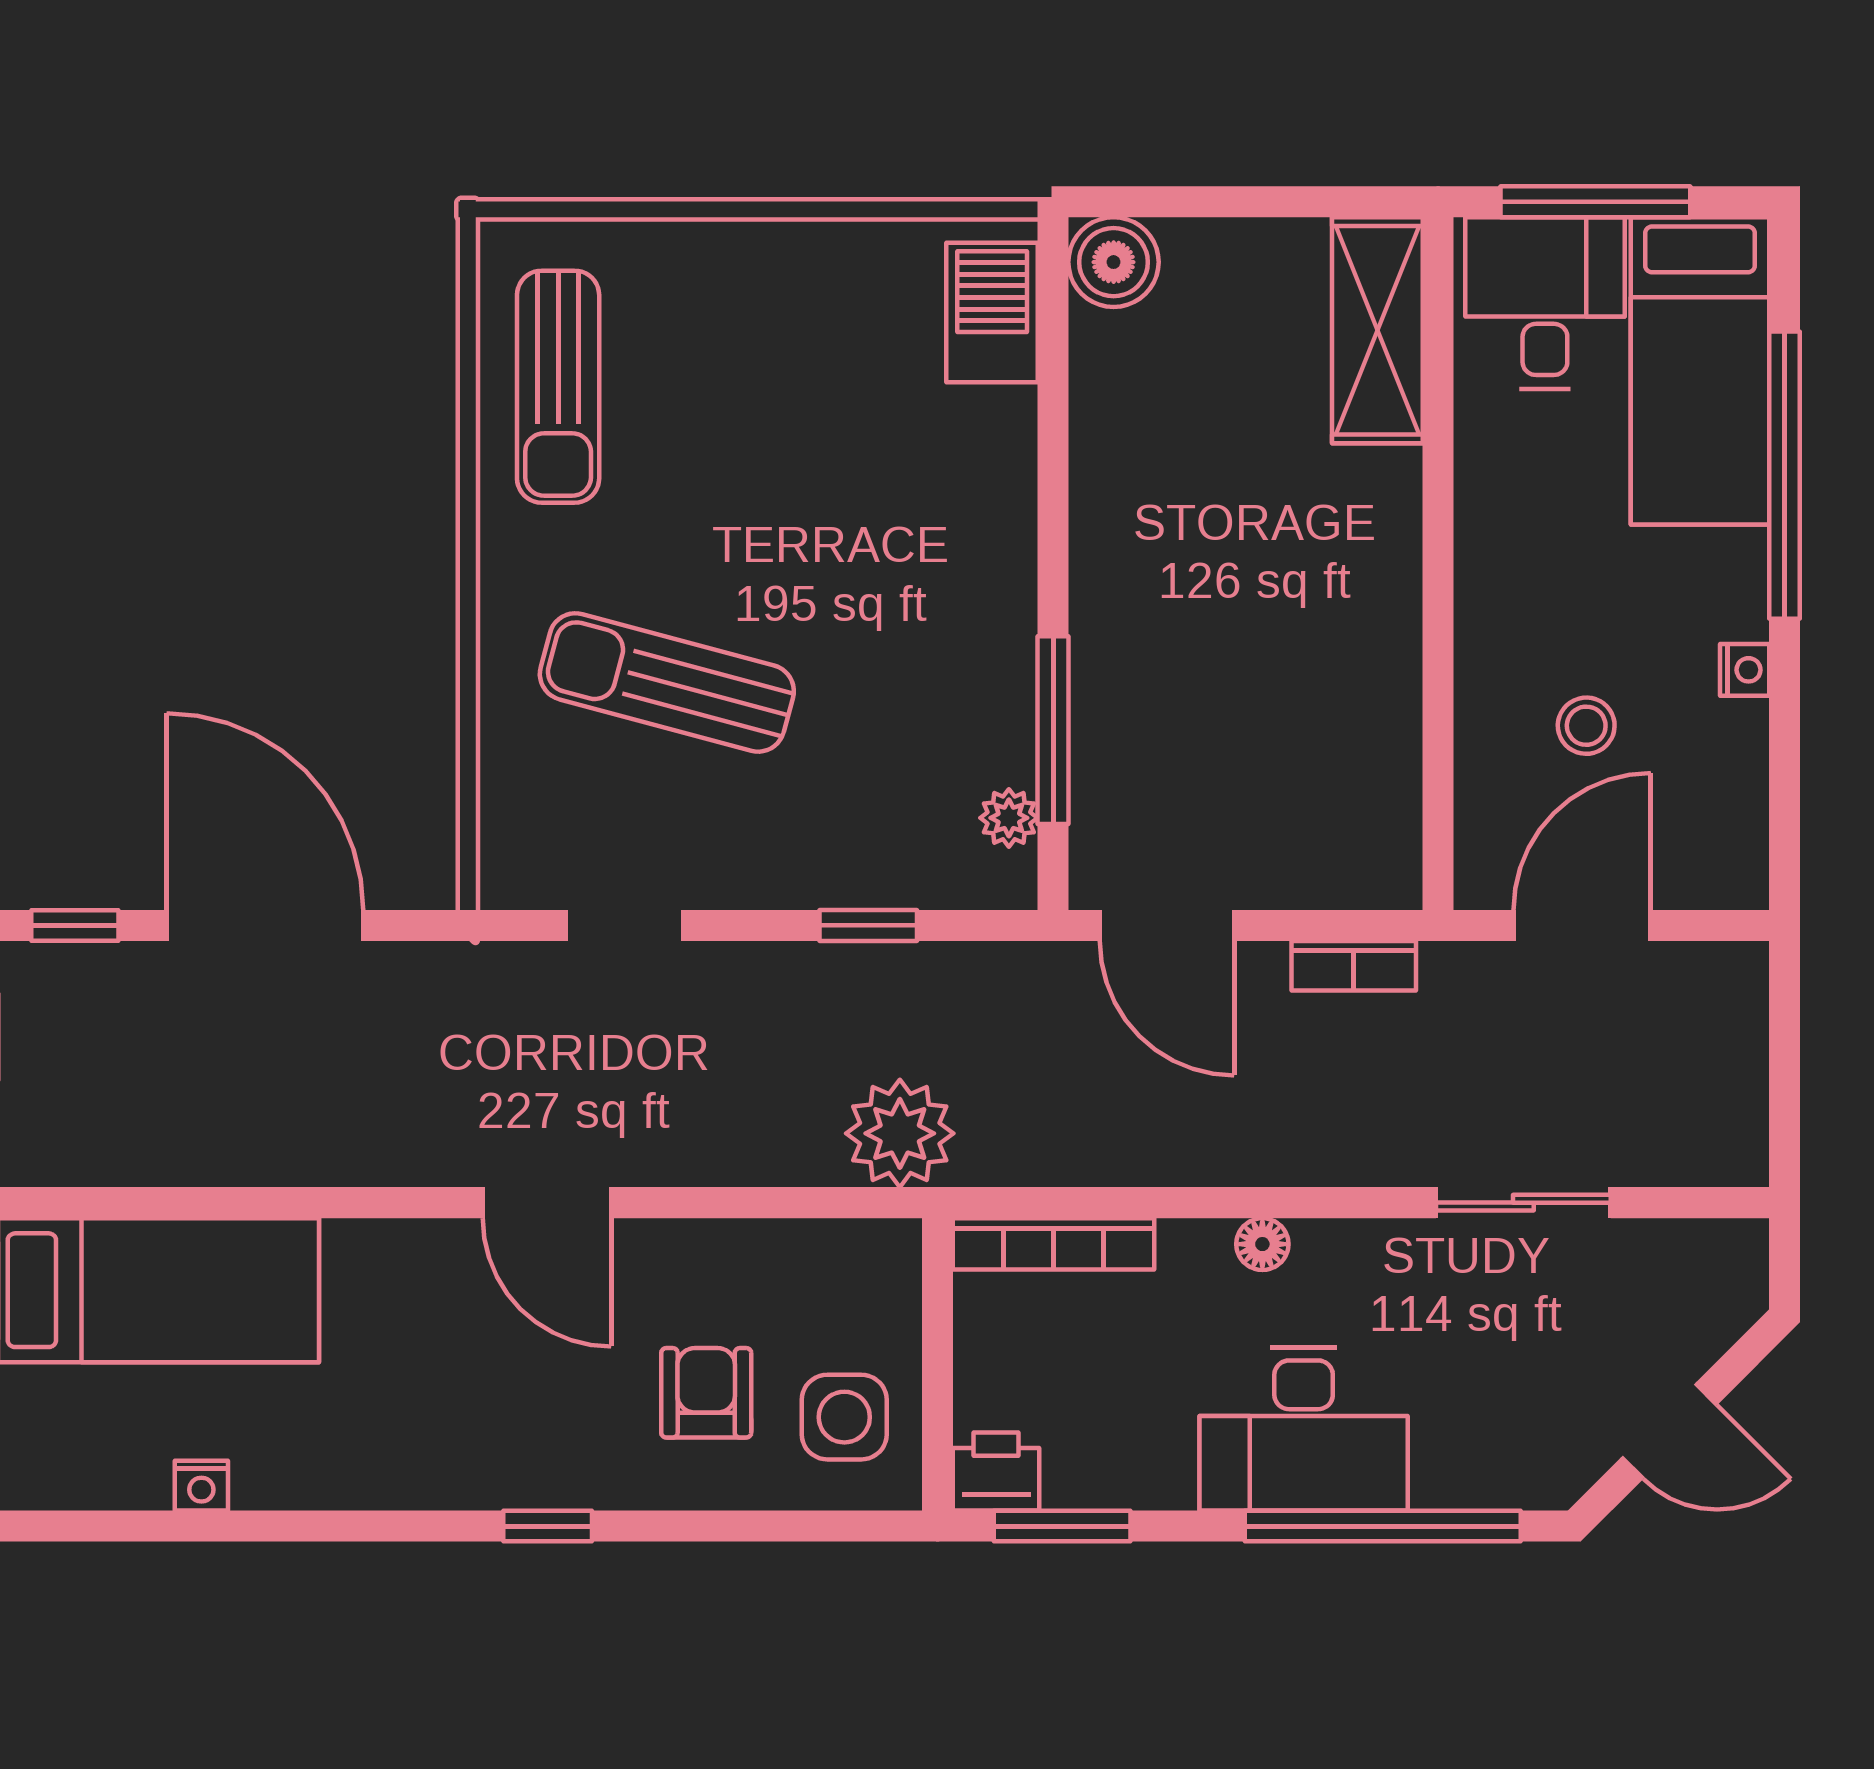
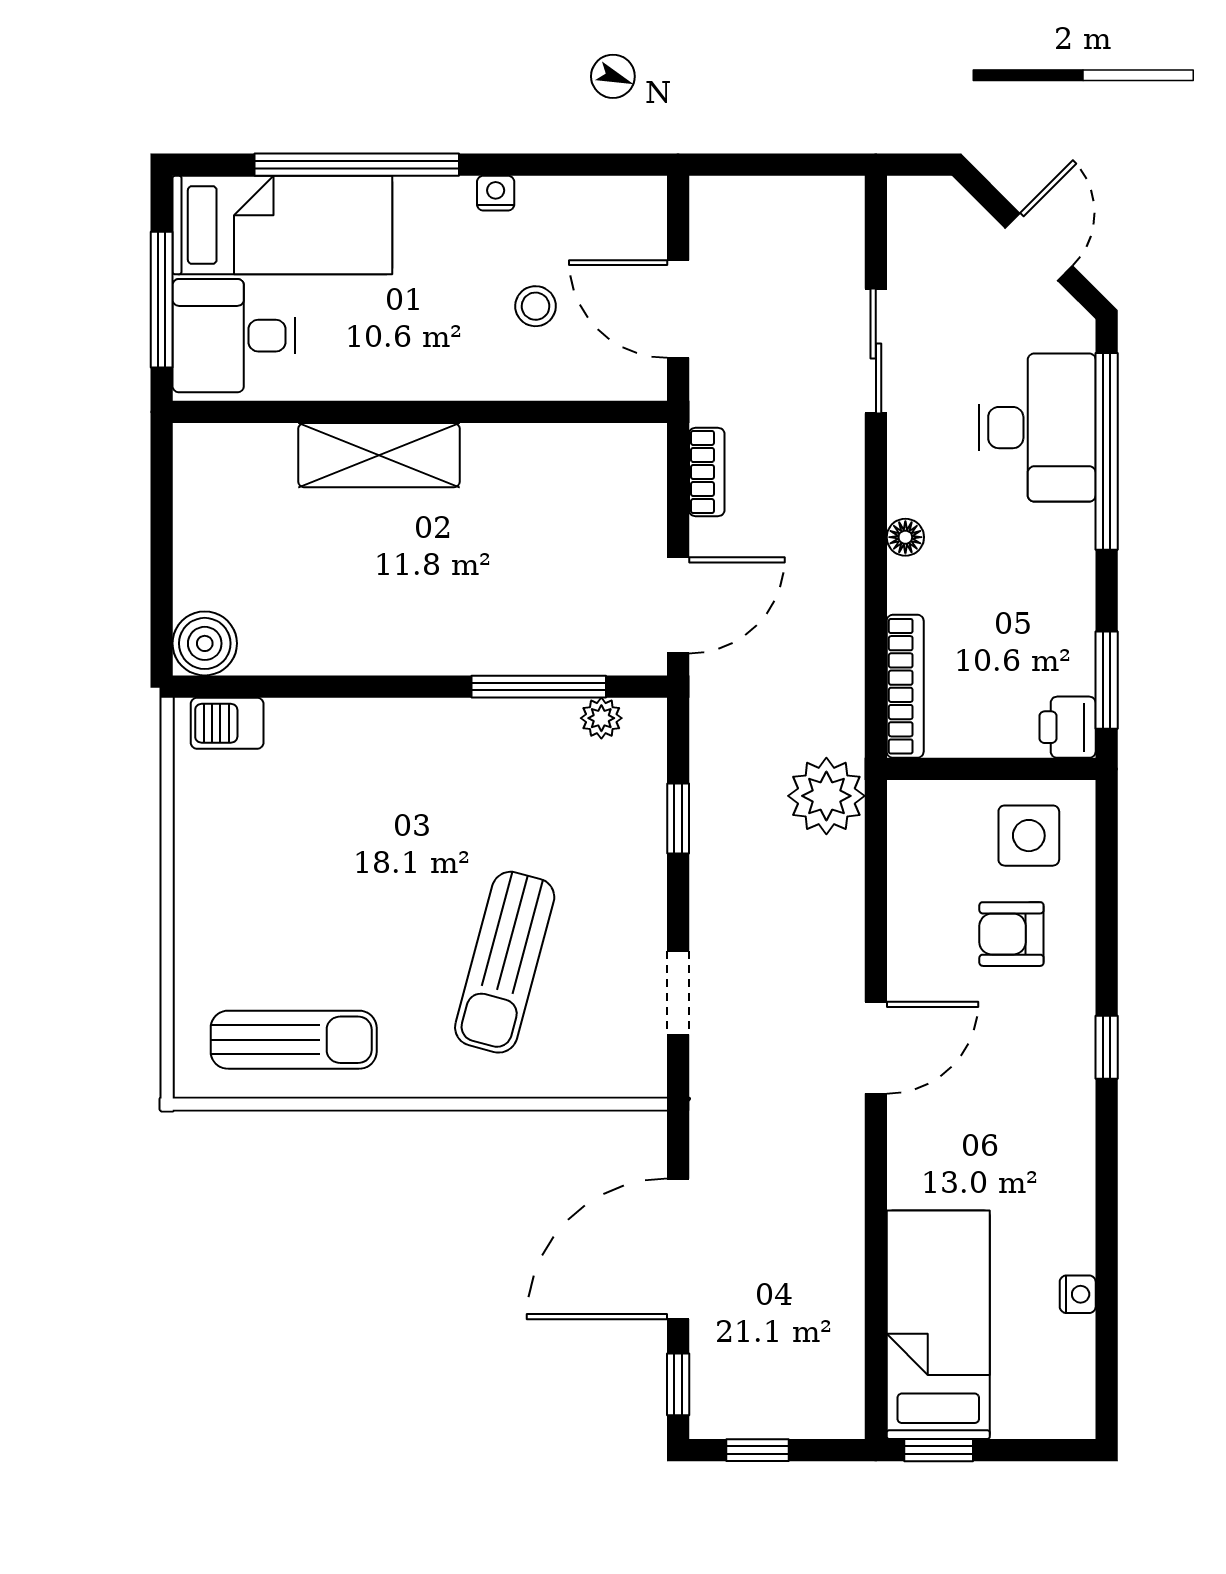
barbecue: (992, 313) -> (227, 723), width x0.73, depth x0.79
shelving: (1377, 330) -> (379, 455), moved
desk: (1304, 1429) -> (1037, 428), moved

